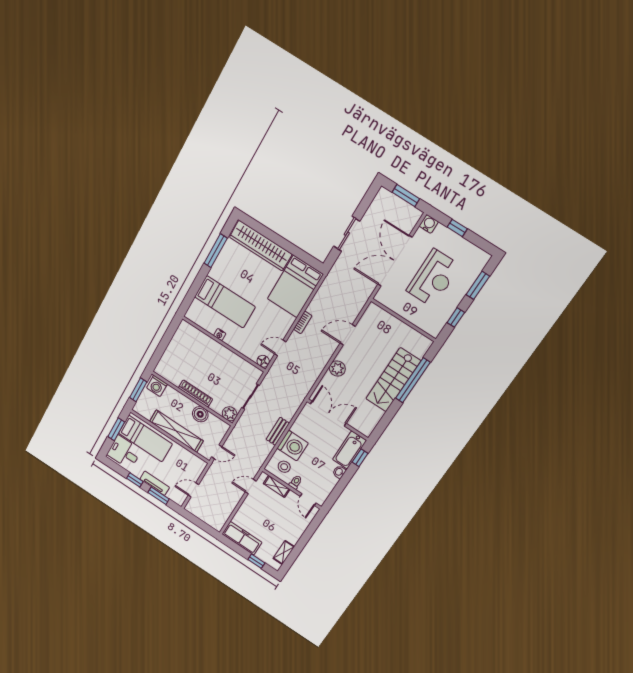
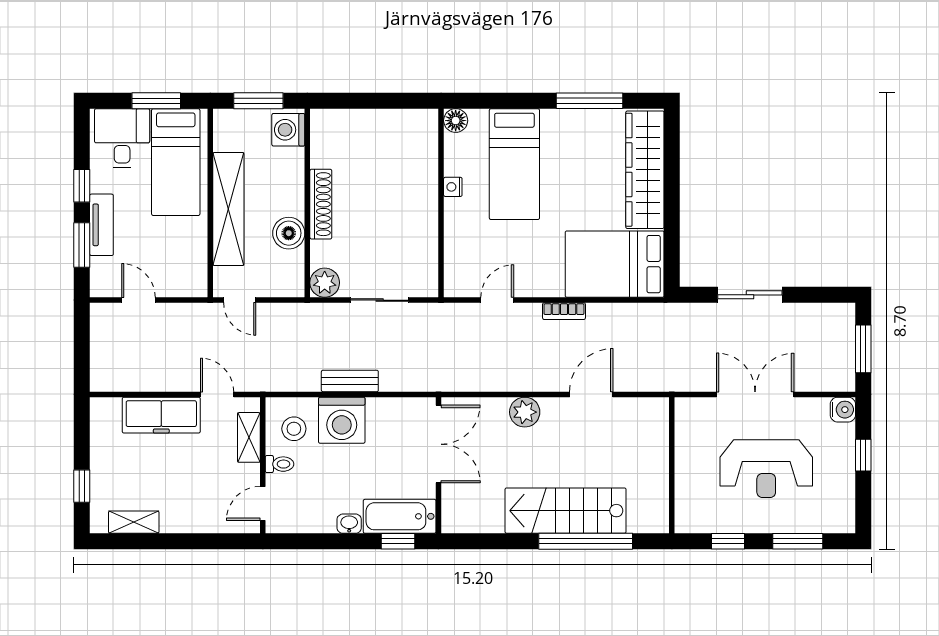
double door: (395, 261) -> (755, 394), width x0.73
door: (348, 335) -> (591, 394), hinge flipped
door: (280, 348) -> (497, 300), hinge flipped
floor lamp: (263, 361) -> (456, 121), moved
freezer: (242, 538) -> (161, 415), moved, turned 90

